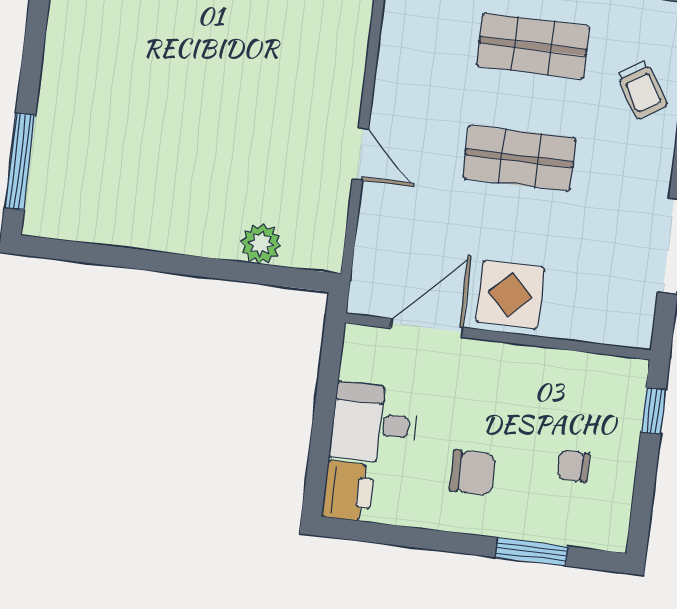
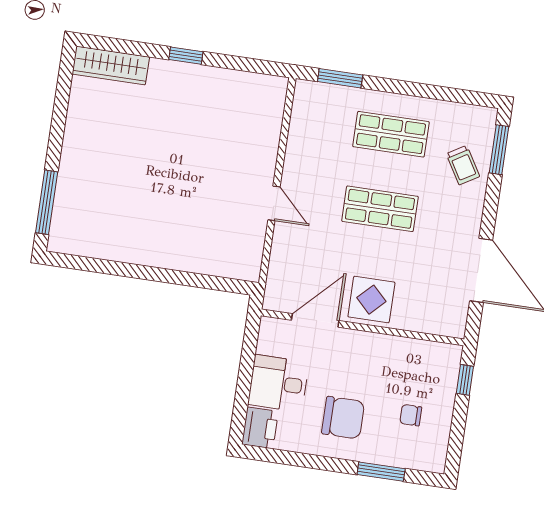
plant: (261, 244) -> (206, 261), removed
chair: (472, 473) -> (343, 418), width x1.37, depth x1.37

